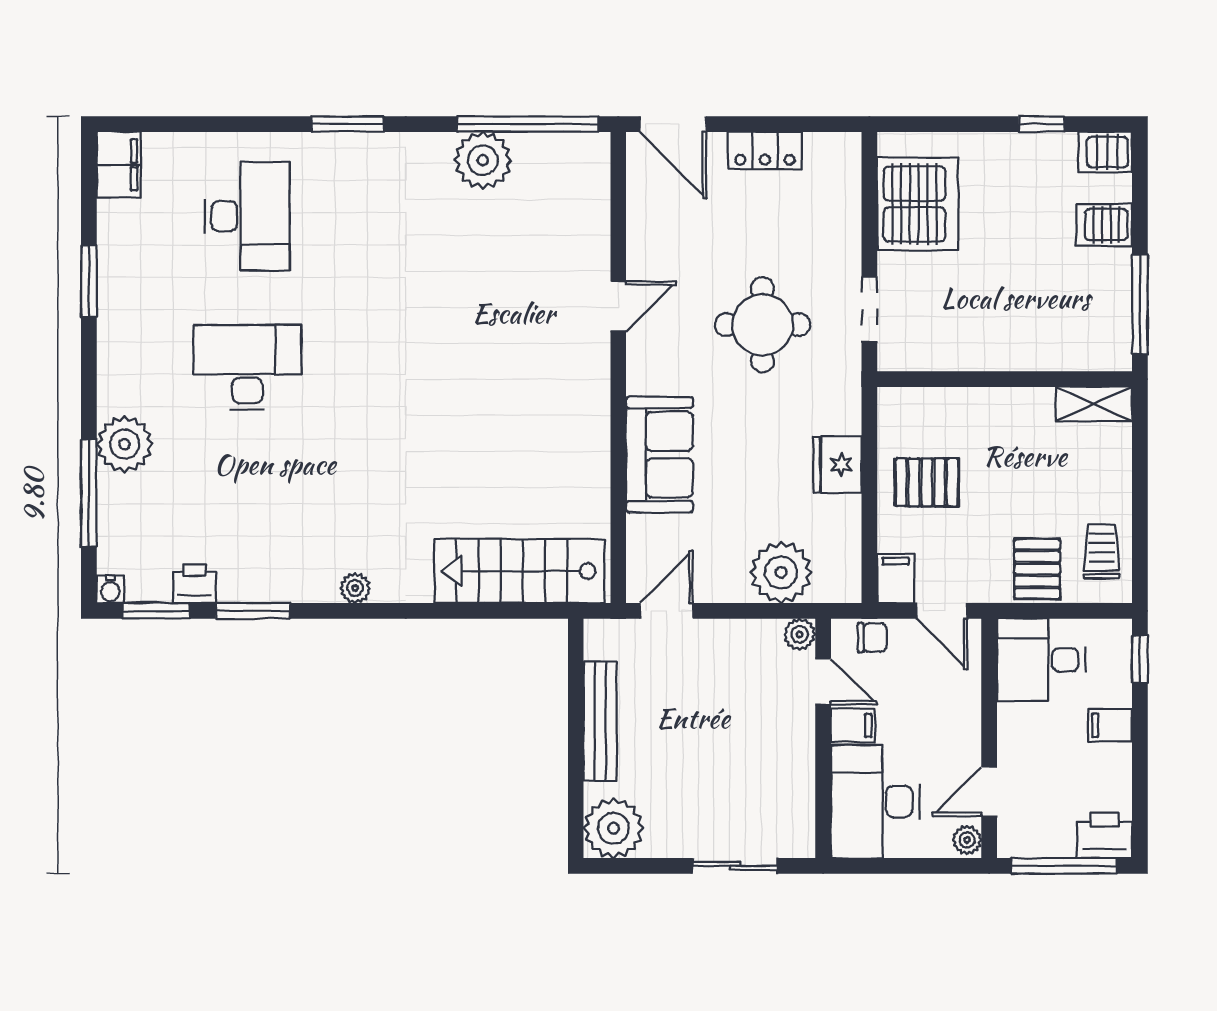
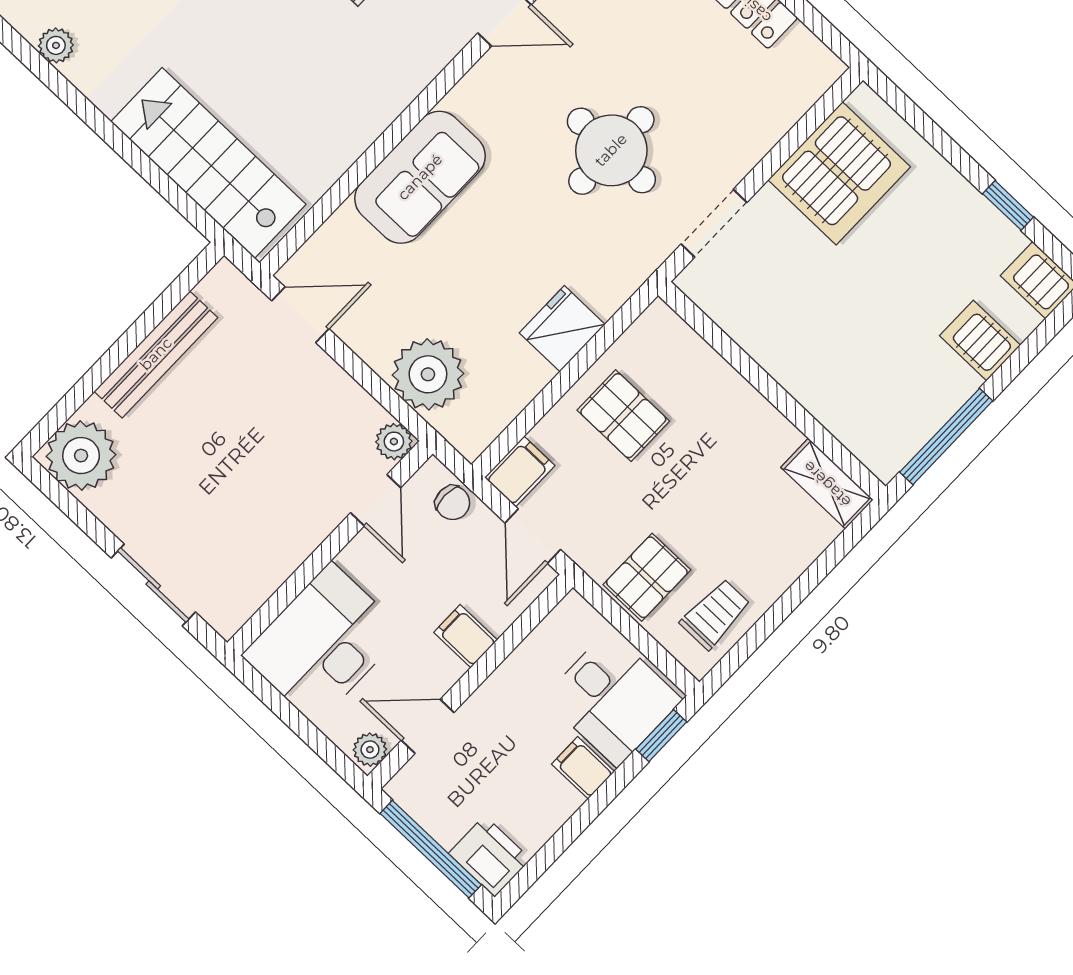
desk: (1041, 660) -> (613, 699), moved, turned 180
filing cabinet: (853, 725) -> (466, 636), moved, turned 180

